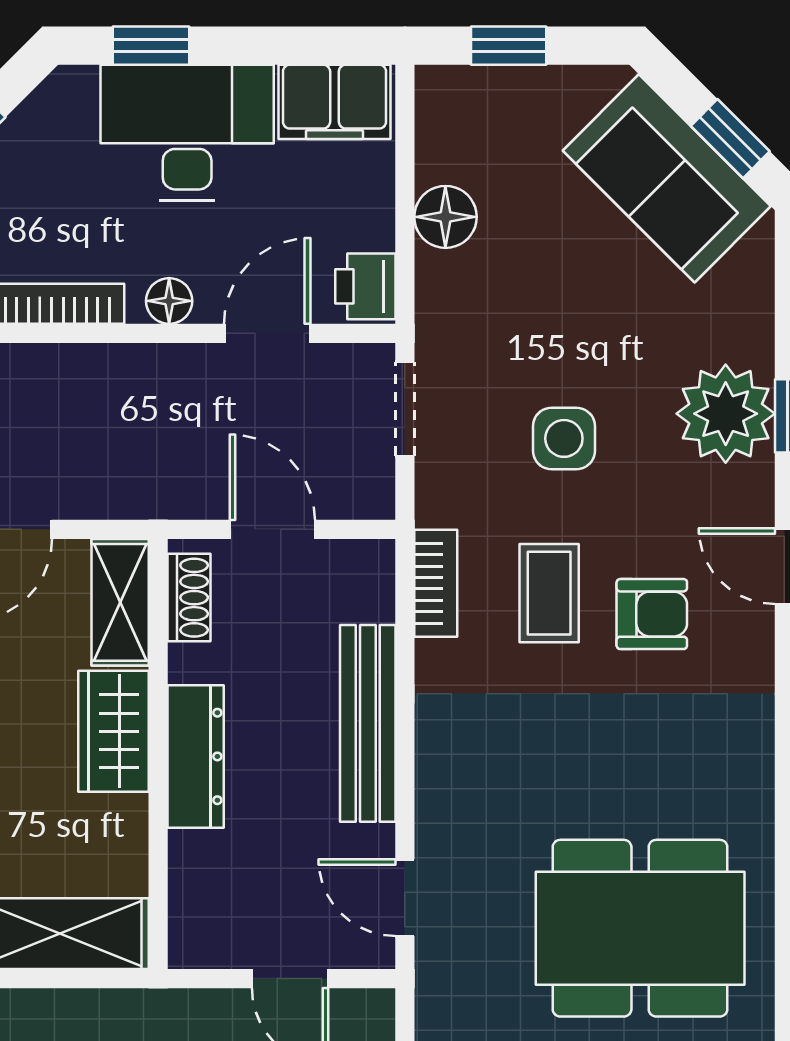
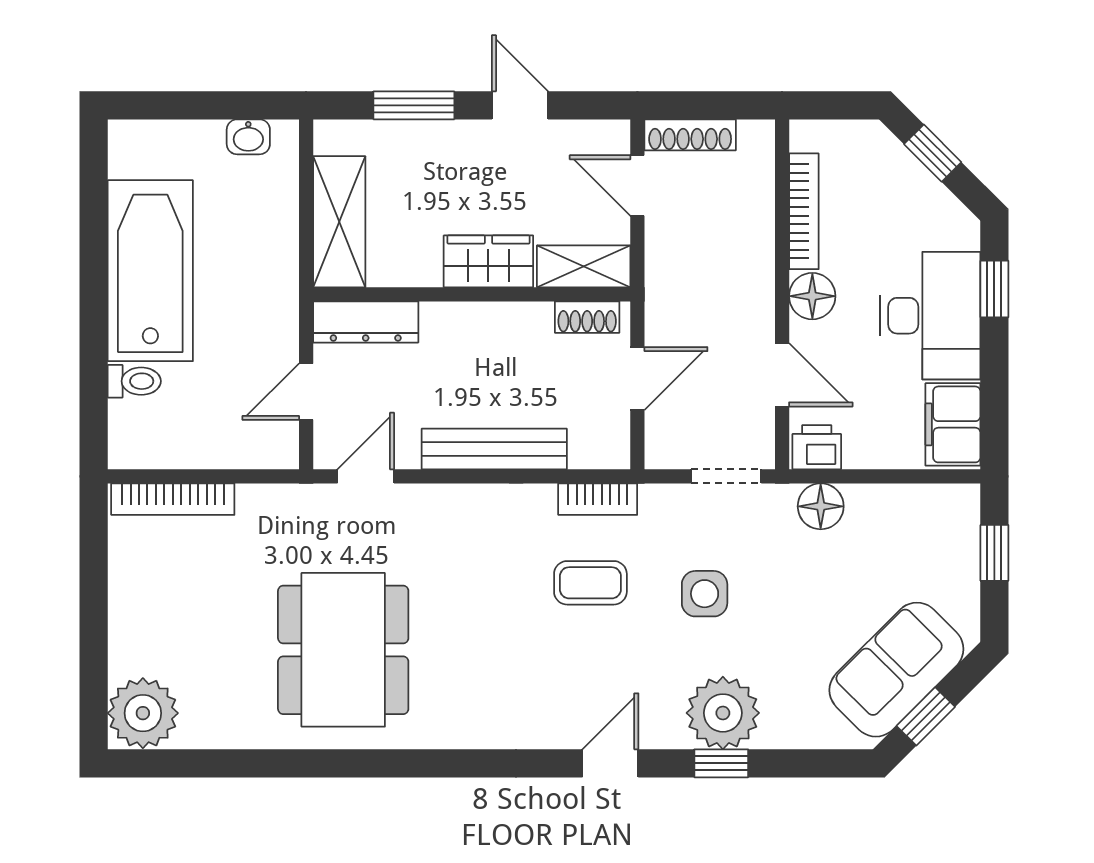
floor lamp: (445, 217) -> (821, 506), moved
floor lamp: (169, 301) -> (812, 296), width x1.37, depth x1.37
armchair: (652, 614) -> (575, 659), removed
dresser: (196, 756) -> (366, 322), moved

